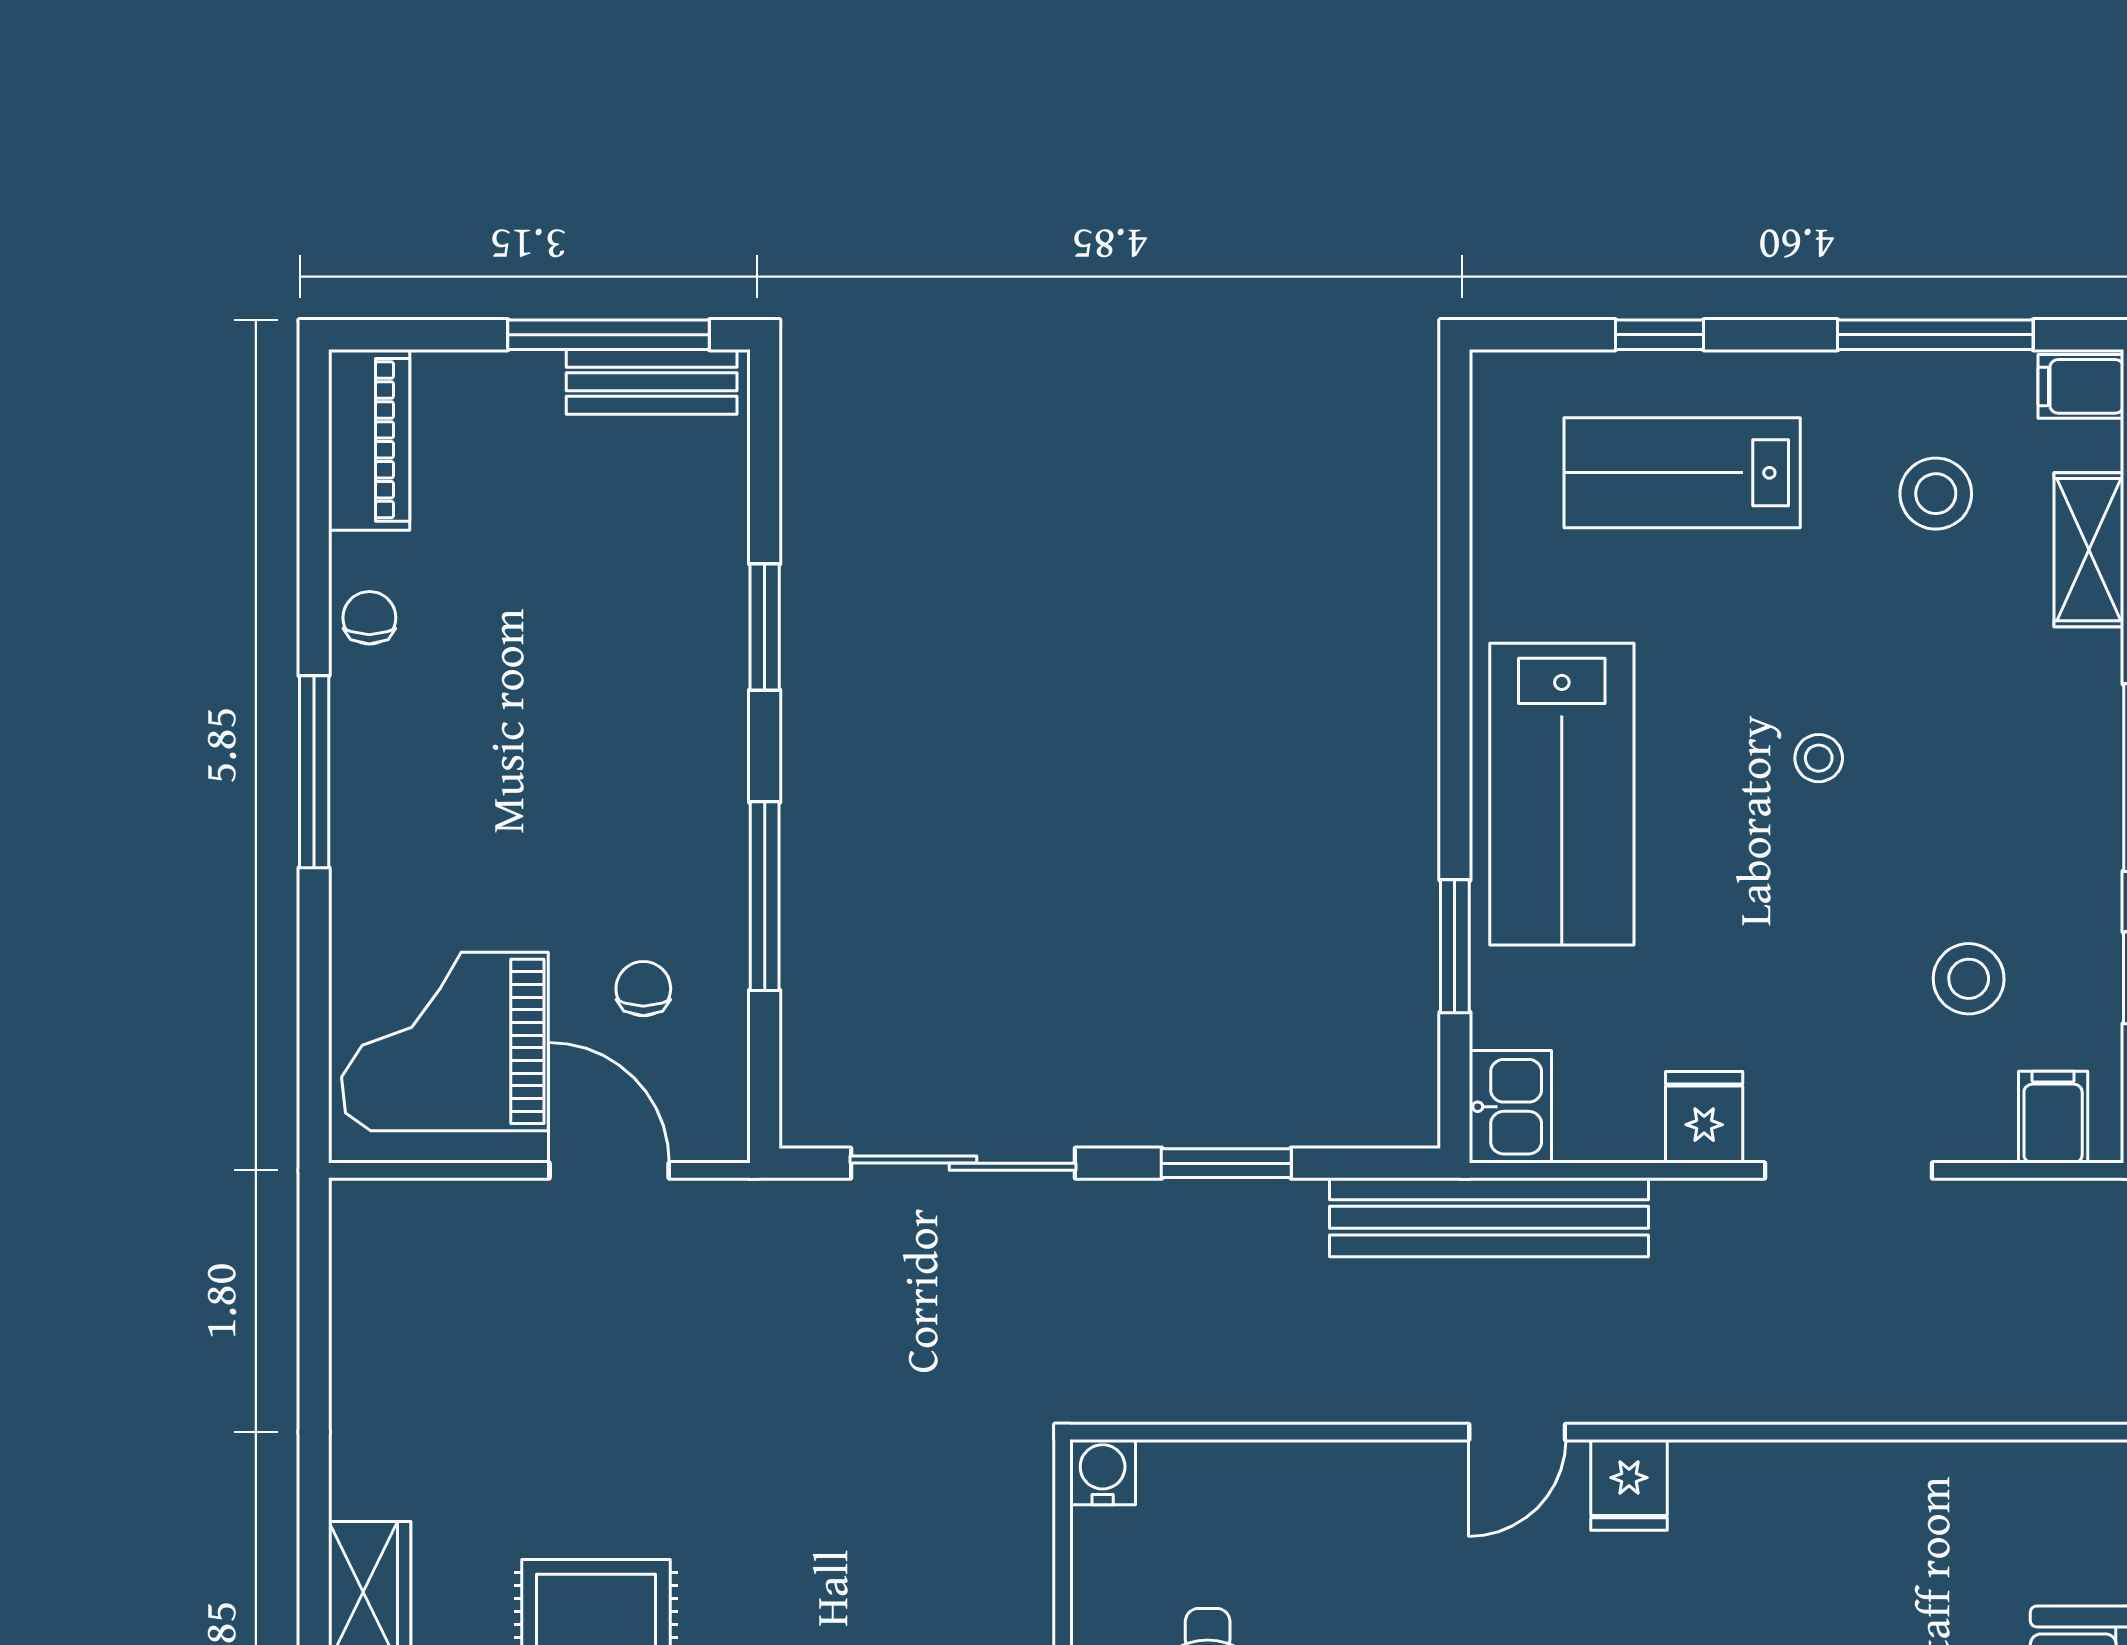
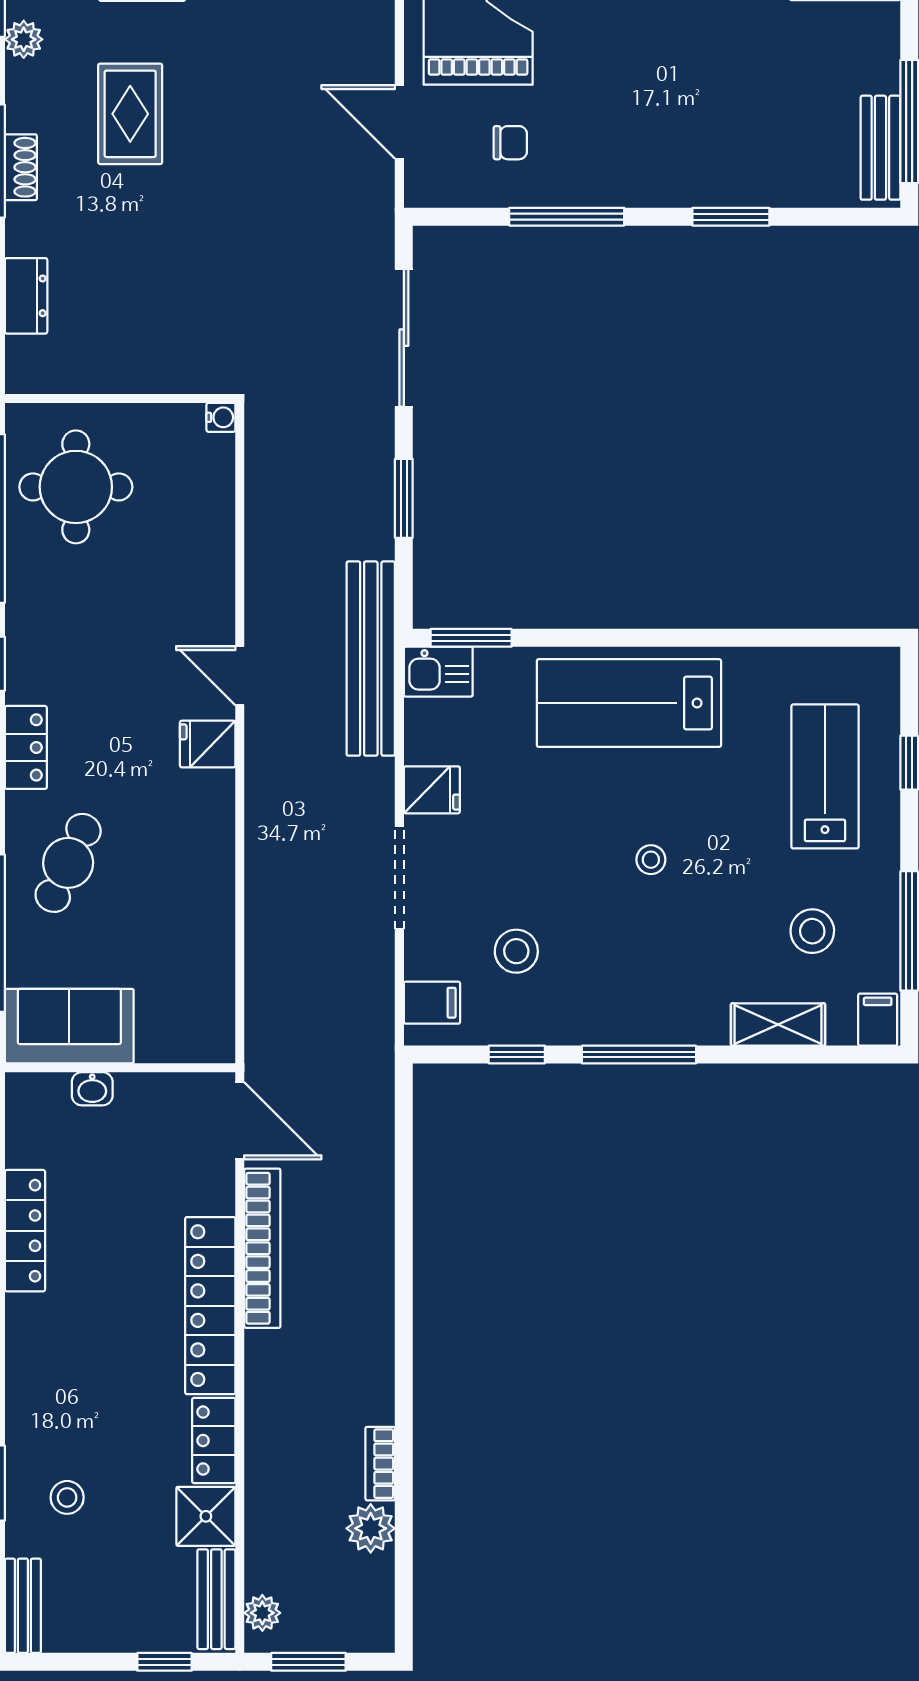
window: (1455, 946) -> (471, 638), moved
door: (609, 1170) -> (399, 122), swing flipped
water cooler: (1103, 1472) -> (221, 417), width x0.72, depth x0.72

